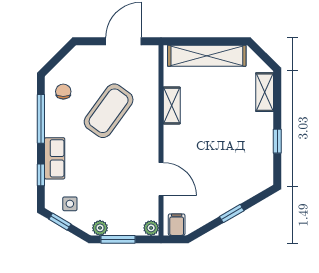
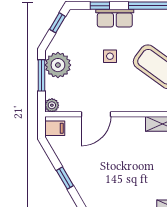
side table: (70, 204) -> (110, 56), moved
plant: (100, 228) -> (58, 65), width x1.87, depth x1.87

